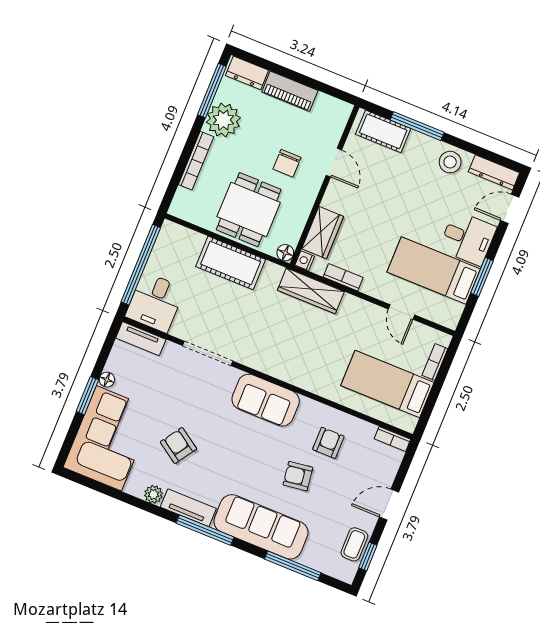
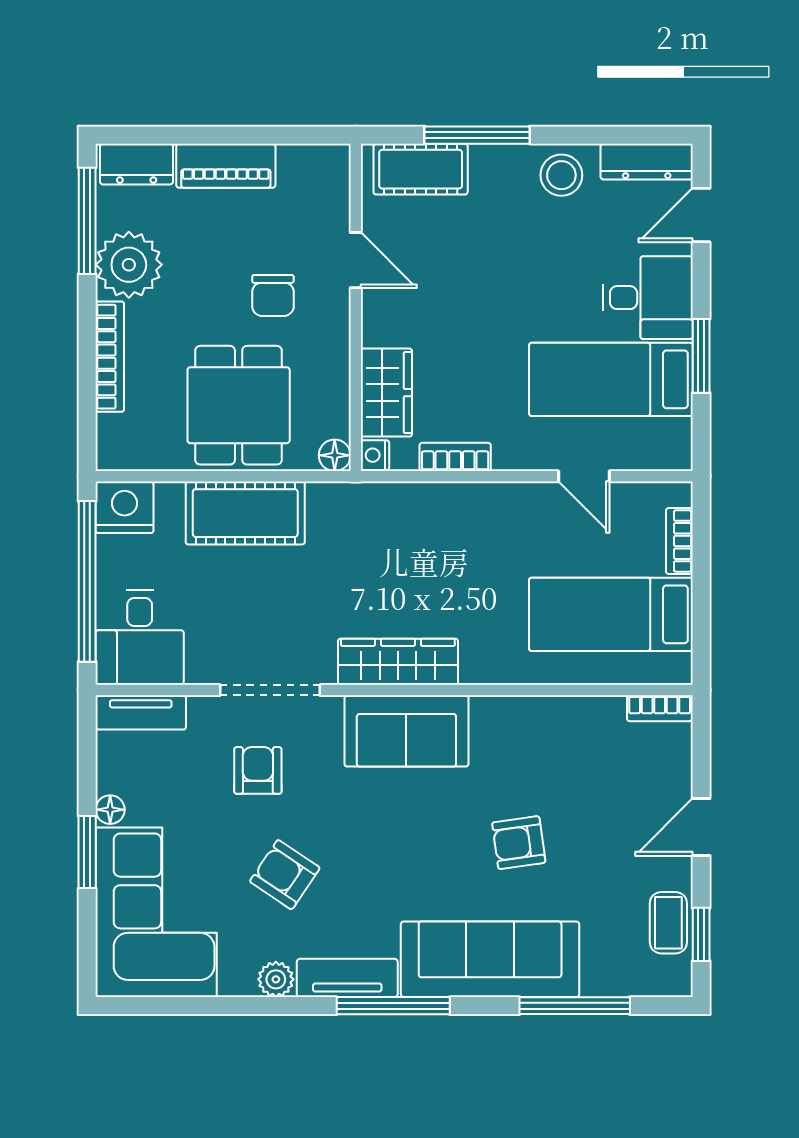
nightstand: (173, 236) -> (125, 507), added
wardrobe: (311, 291) -> (398, 662), moved, turned 180
armchair: (328, 443) -> (258, 770), moved

